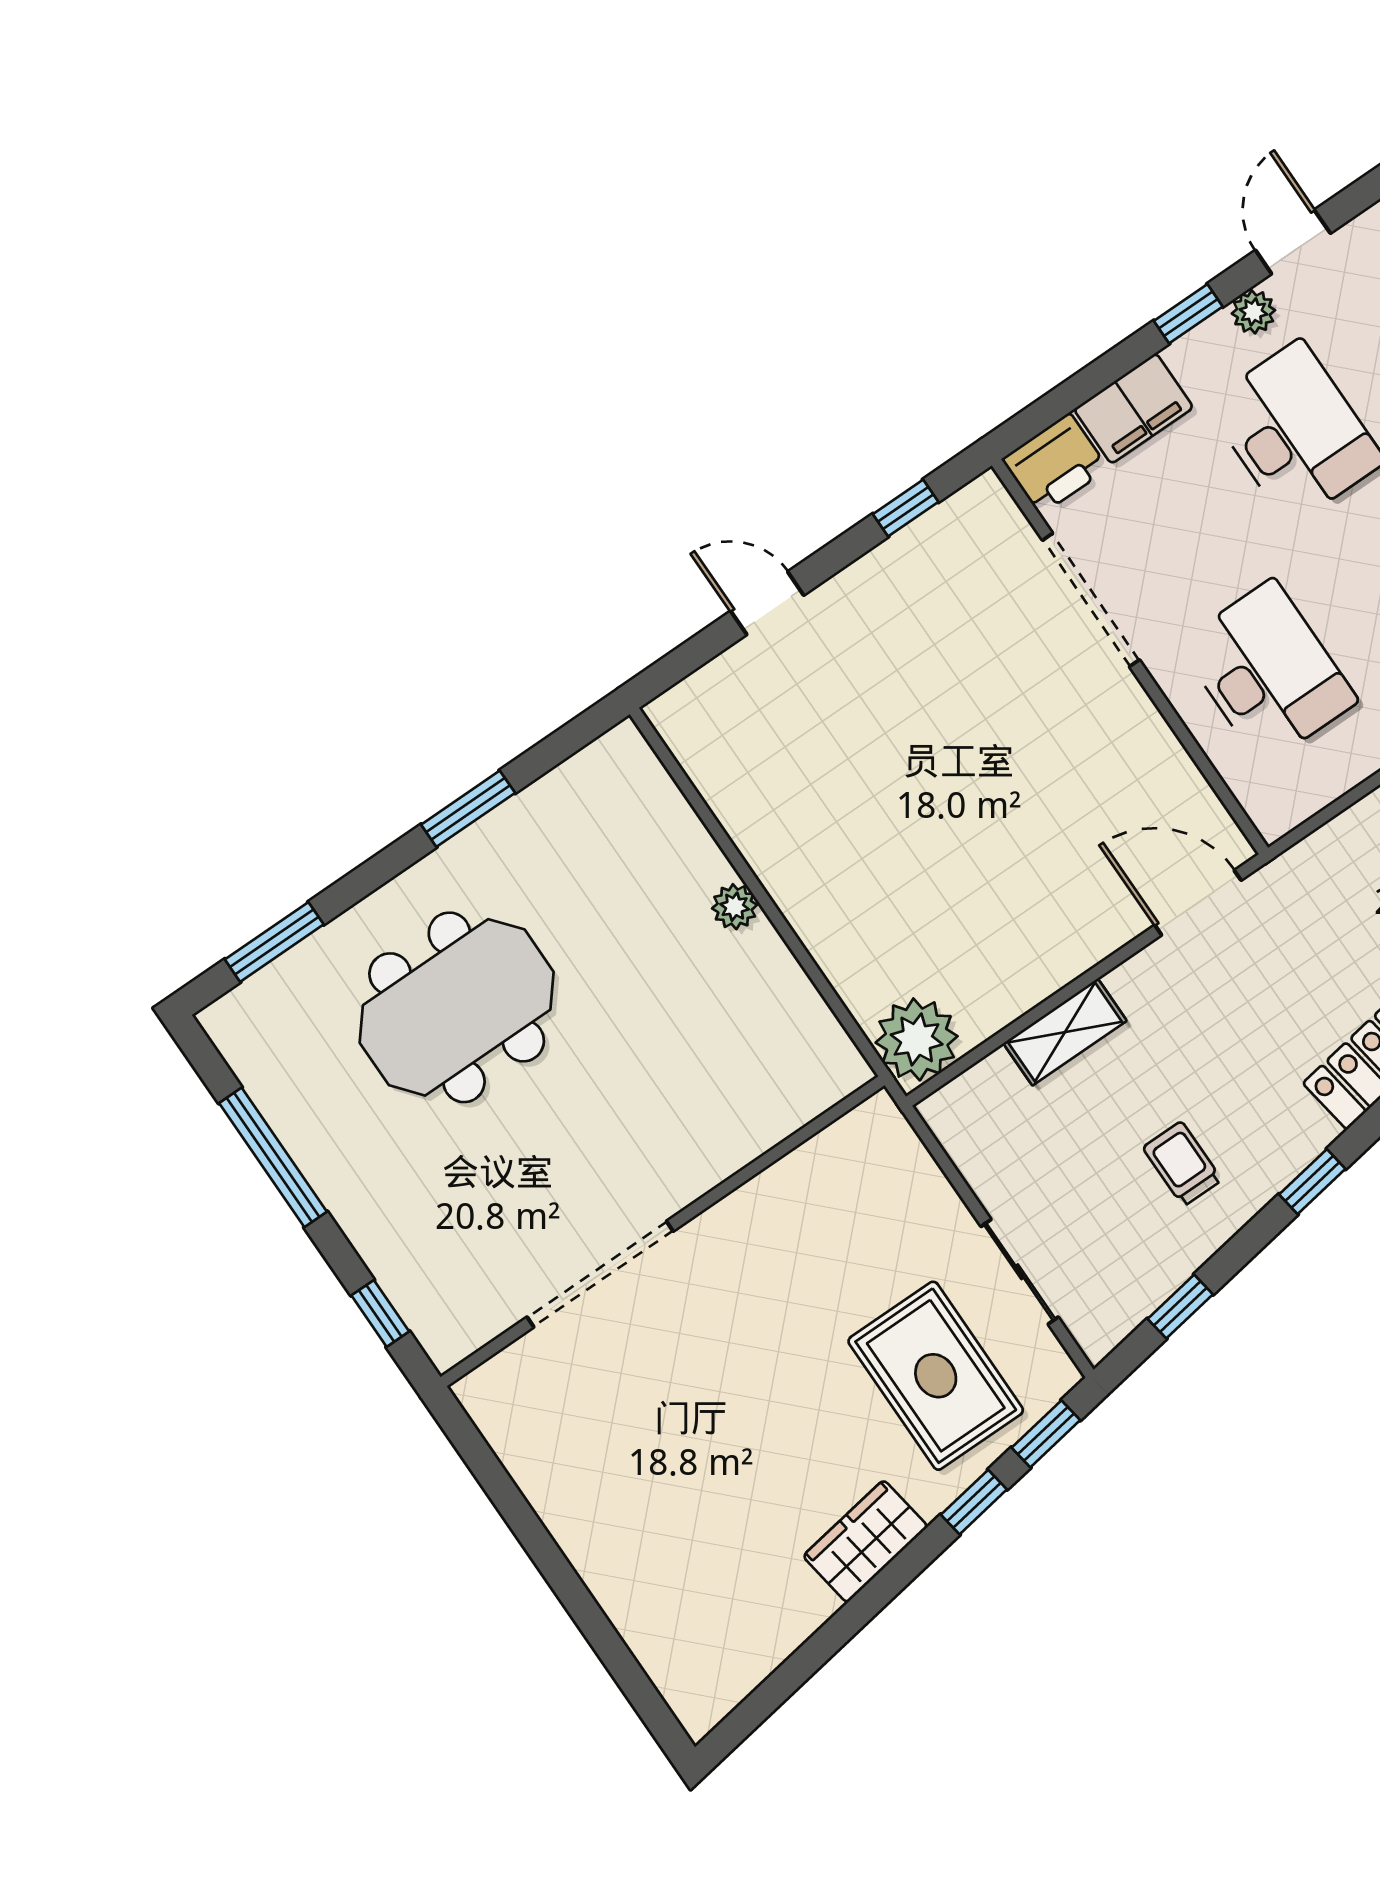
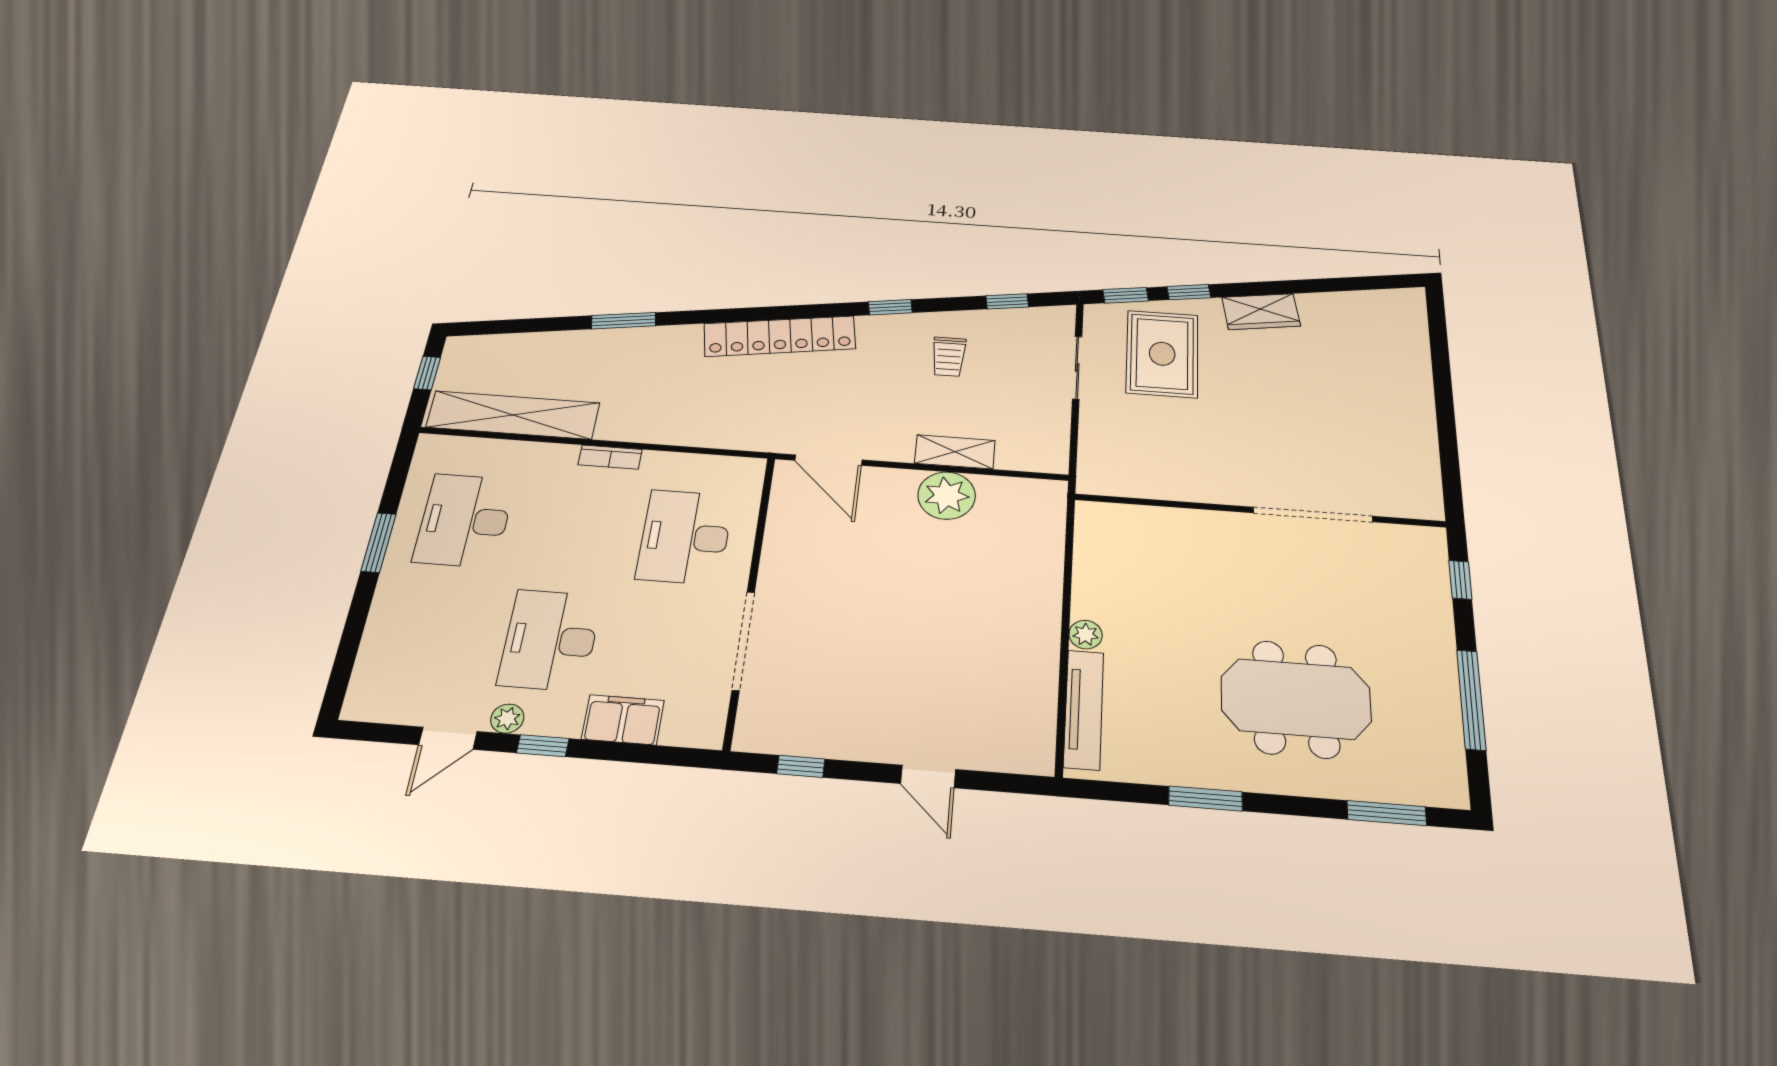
printer: (1055, 464) -> (695, 725), removed
tv unit: (668, 812) -> (1084, 709), added
plant: (917, 1039) -> (947, 496), moved

